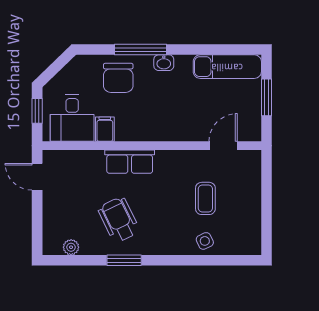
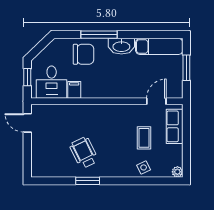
washbasin: (164, 63) -> (121, 46), width x1.91, depth x1.45
chair: (118, 78) -> (84, 54), turned -90
row of seats: (130, 162) -> (175, 126), moved, turned 90
plant: (71, 247) -> (177, 172), moved

